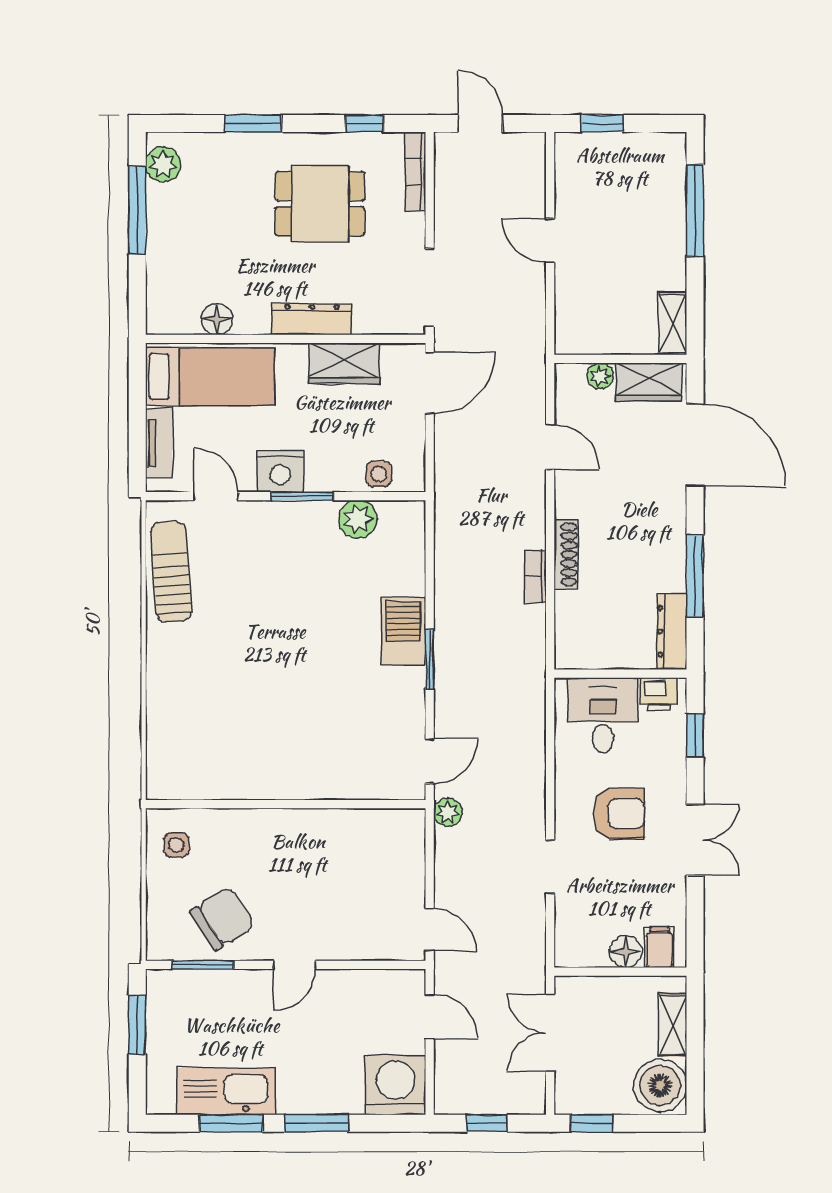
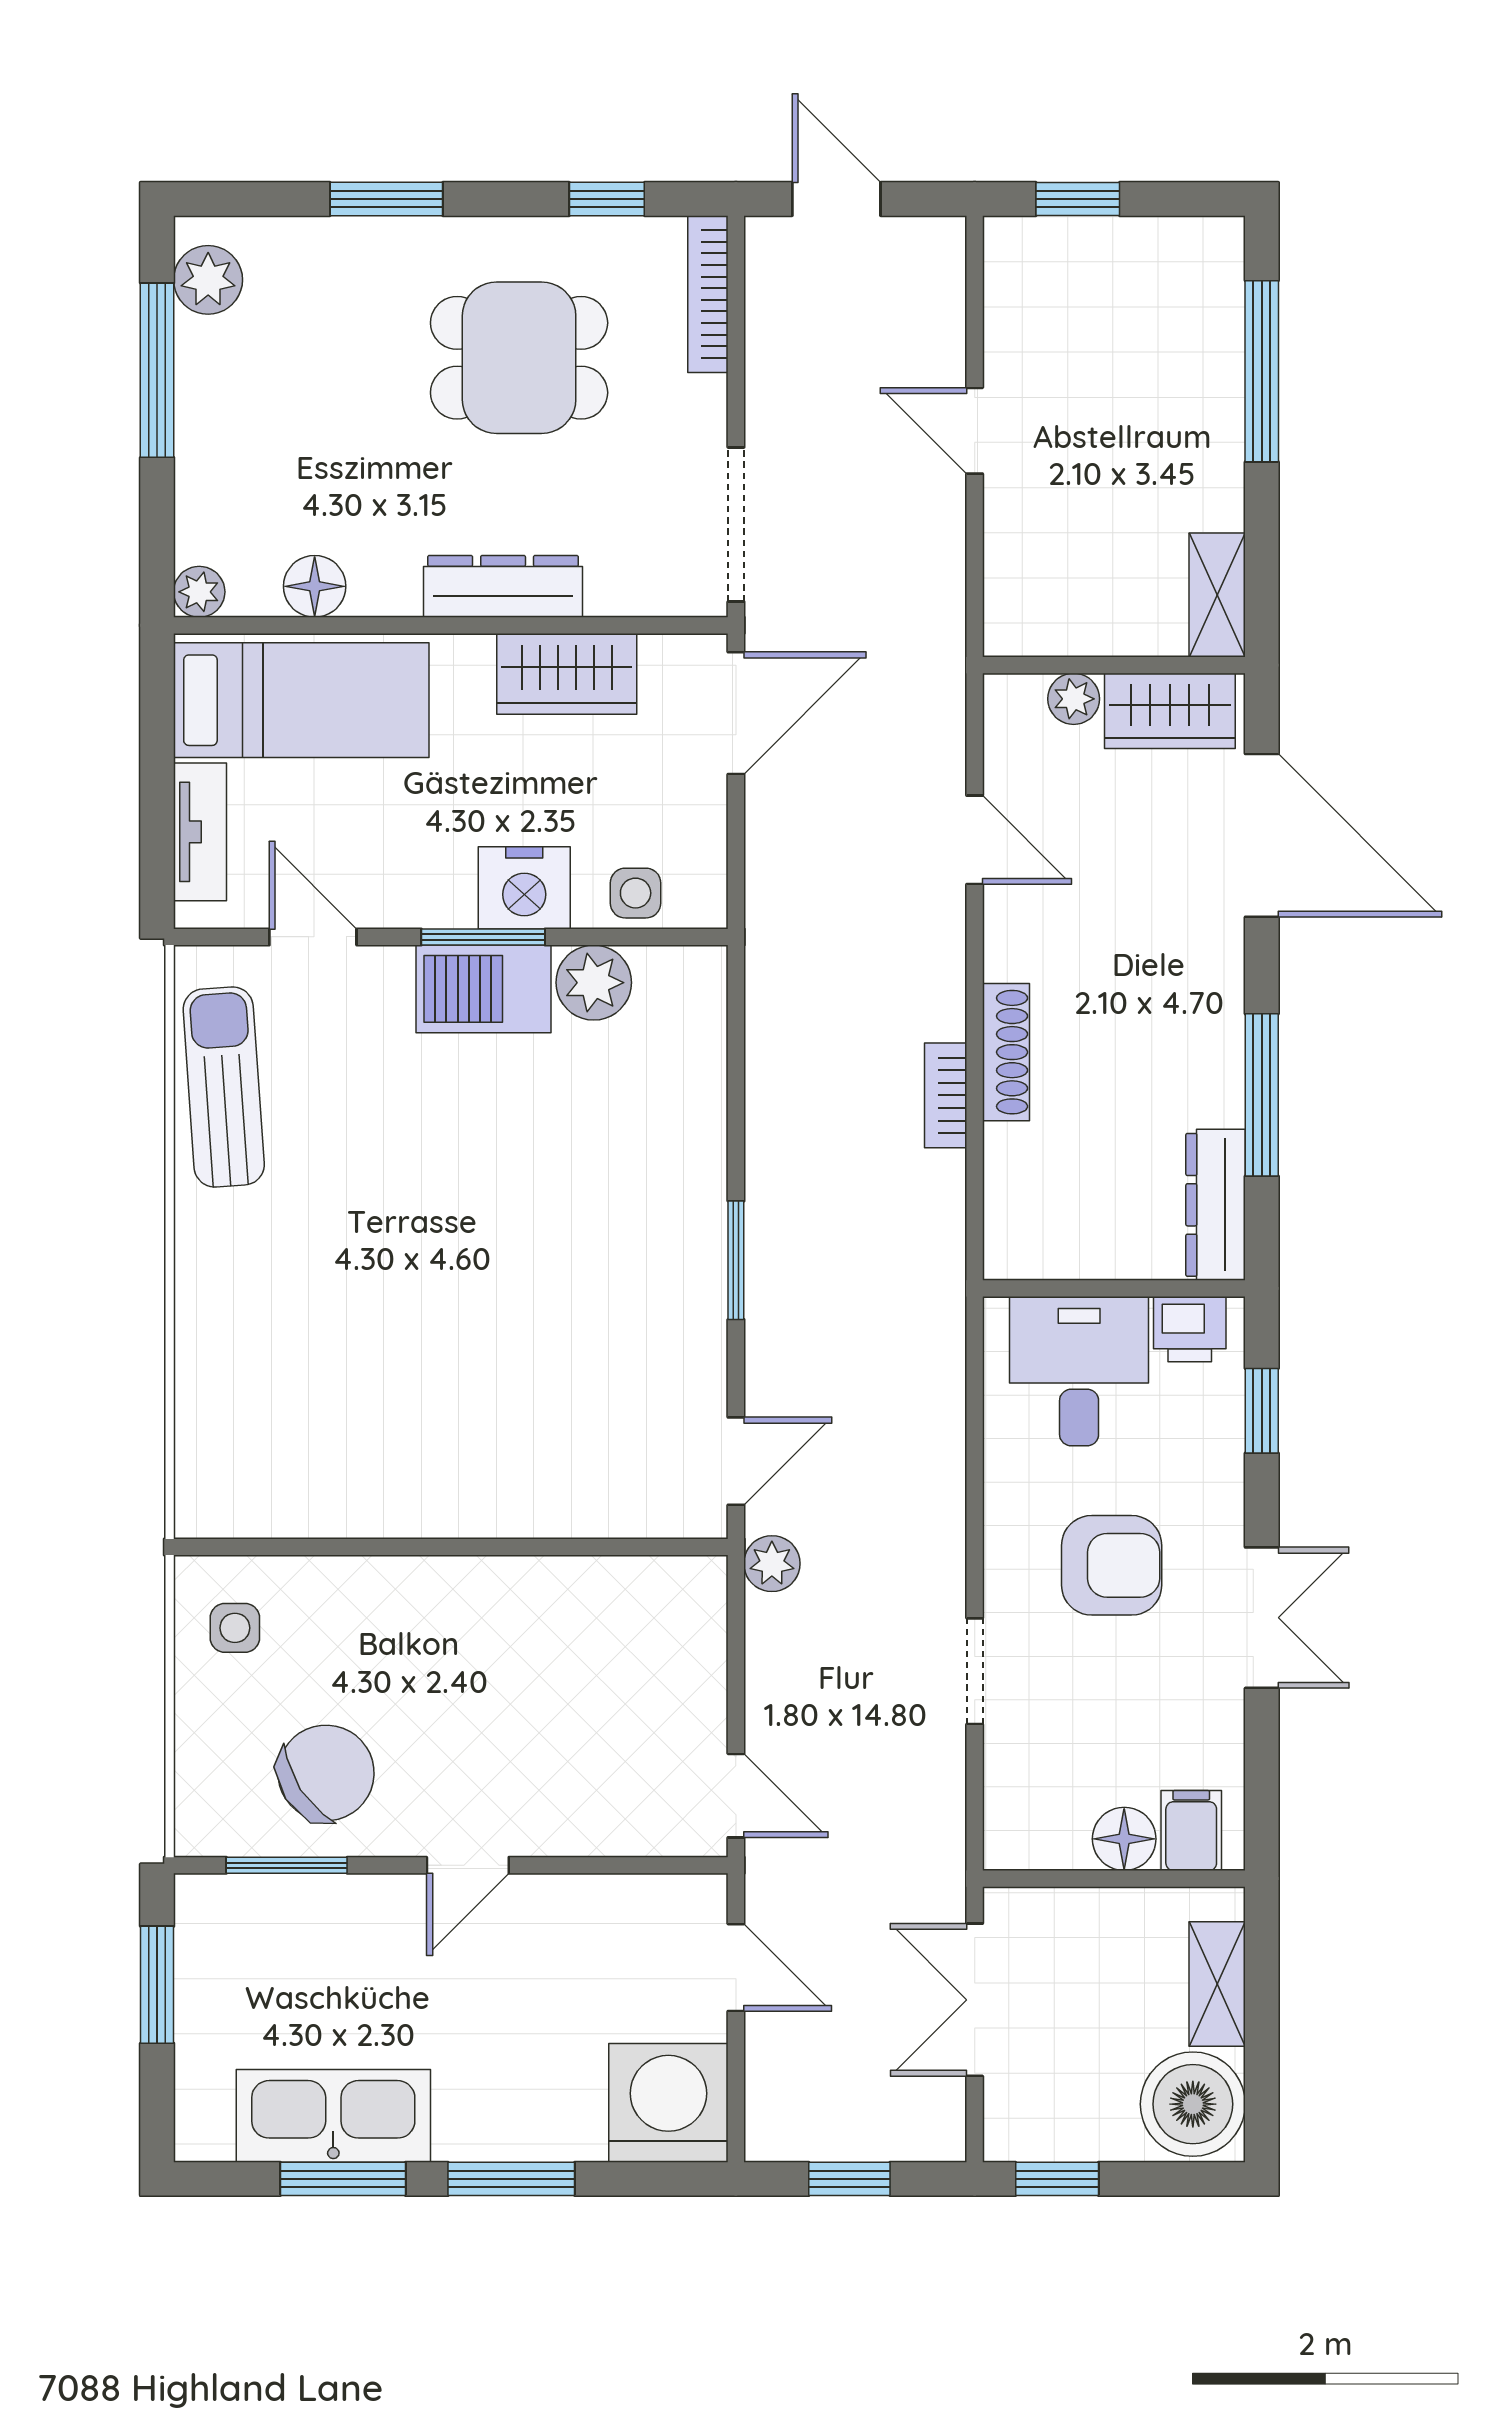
plant: (159, 322) -> (199, 592), added
nightstand: (280, 471) -> (524, 888), moved
barbecue: (403, 631) -> (483, 989), moved, turned -90

